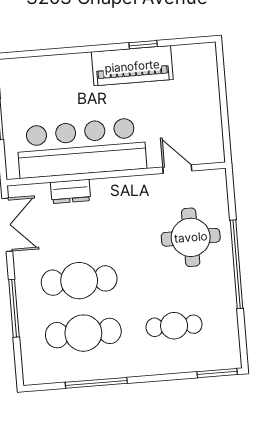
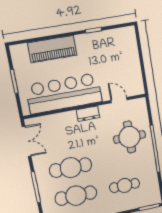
piano: (132, 66) -> (52, 49), moved
dresser: (71, 191) -> (88, 114), moved

